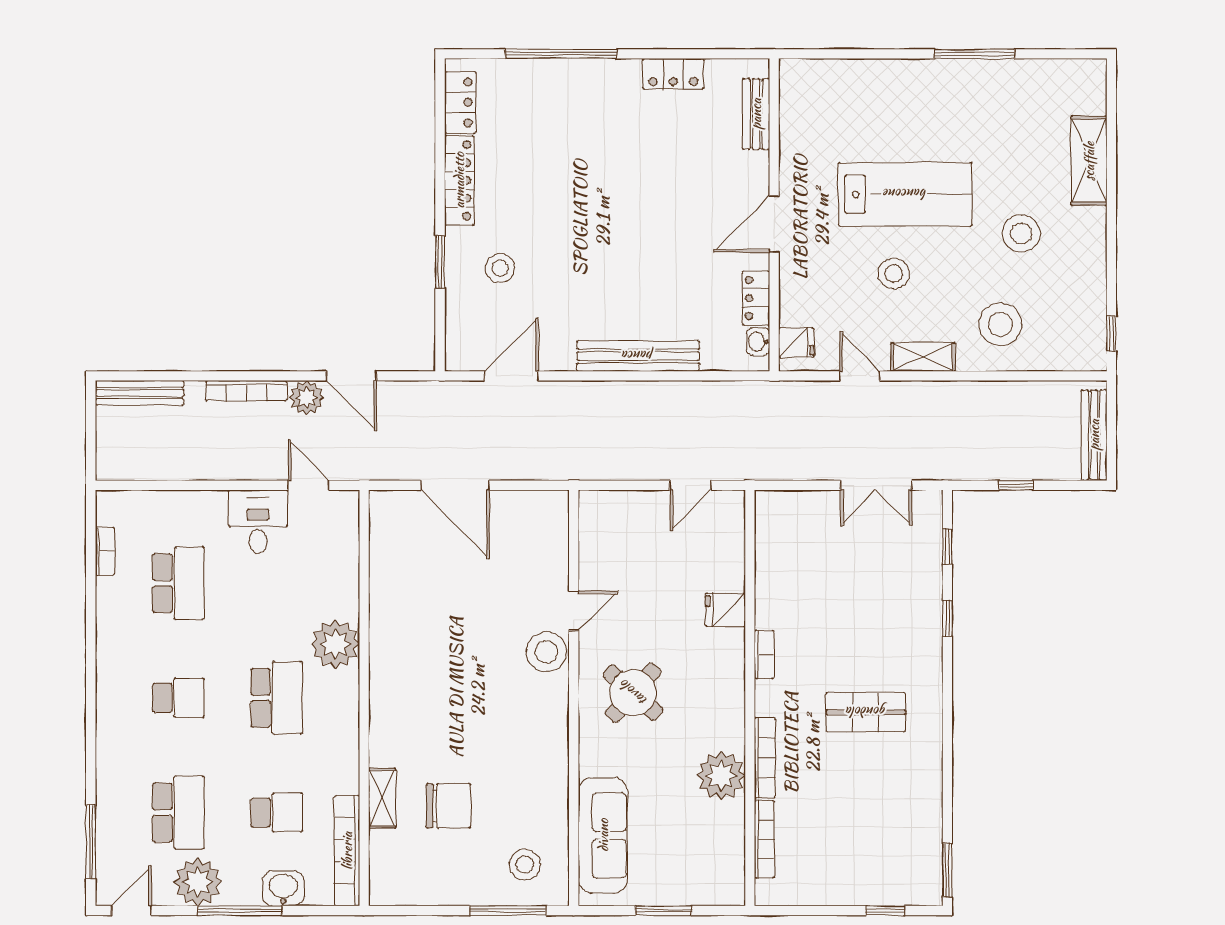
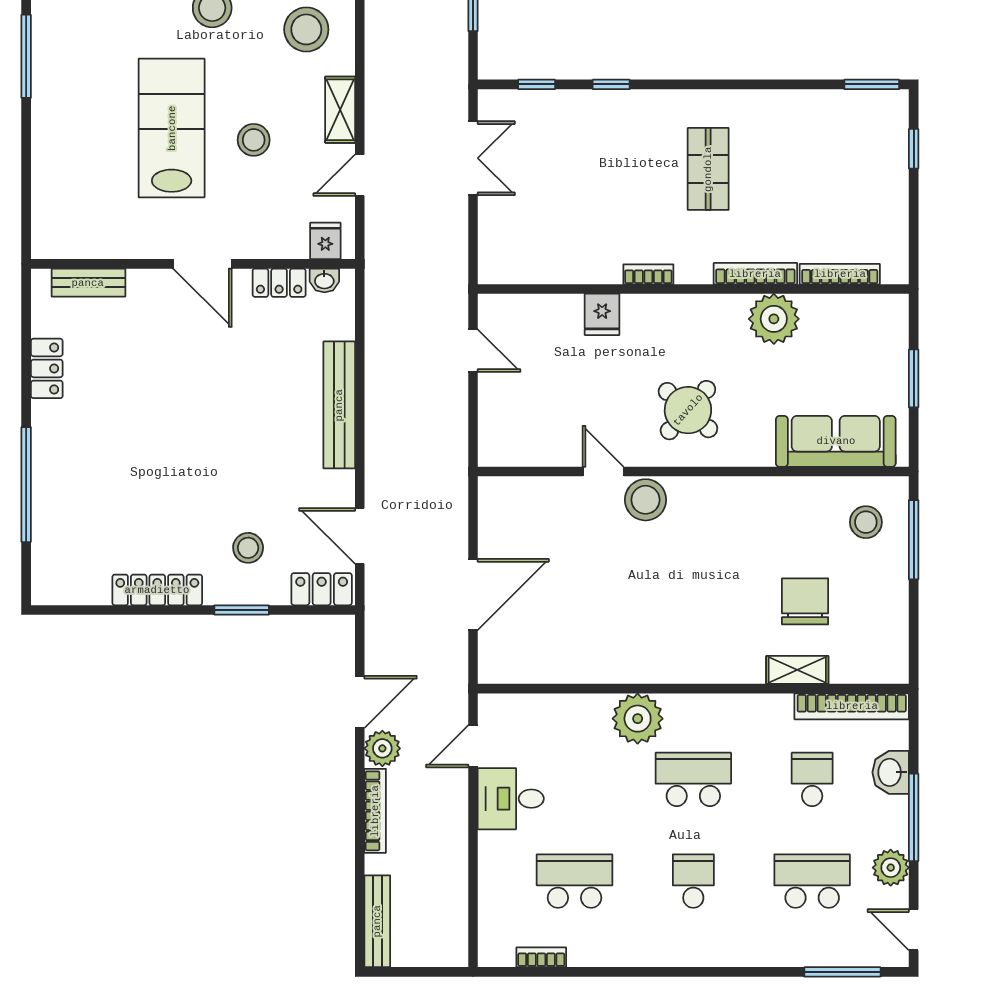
locker: (460, 102) -> (322, 589), moved
plant: (198, 882) -> (891, 868), width x0.73, depth x0.73

